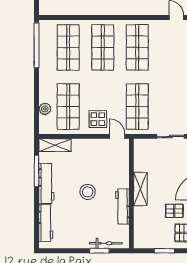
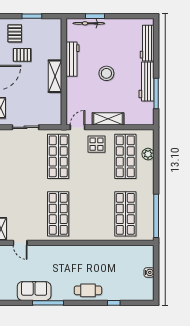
shop shelf: (103, 47) -> (92, 214), removed
door: (117, 136) -> (78, 127), swing flipped
shelving: (55, 145) -> (108, 119), moved

